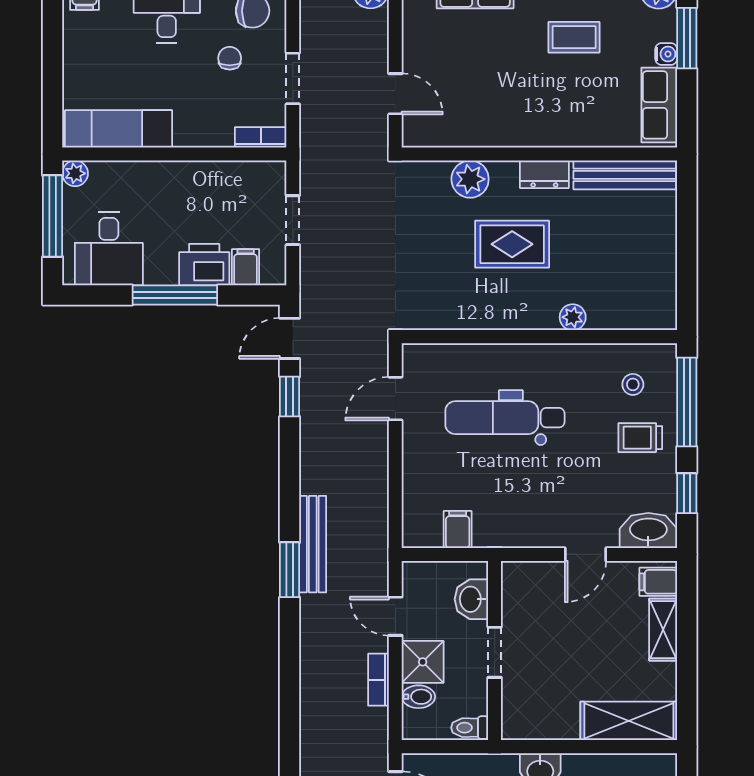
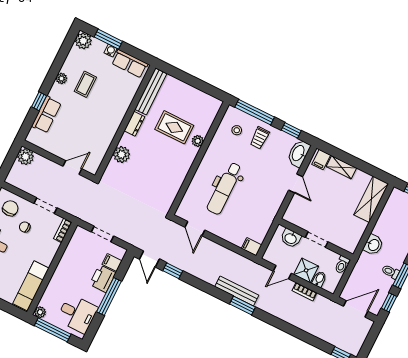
rug: (512, 244) -> (174, 127), moved, turned 90
filing cabinet: (458, 529) -> (251, 247), moved

